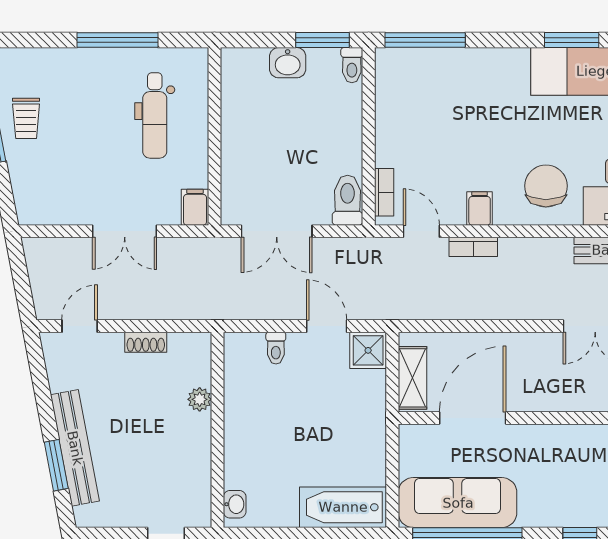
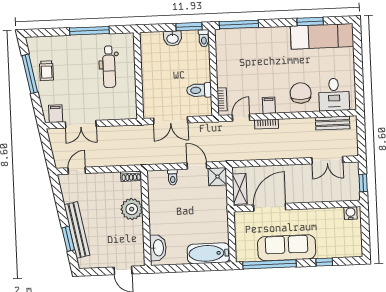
toilet: (348, 200) -> (199, 90), moved, turned -90
filing cabinet: (195, 207) -> (56, 114), moved
double door: (125, 231) -> (81, 124), moved
door: (421, 231) -> (241, 118), hinge flipped
shoe rack: (146, 342) -> (131, 176), moved
plant: (200, 399) -> (132, 209), width x1.87, depth x1.87
sofa: (458, 503) -> (287, 248), moved
washbasin: (235, 504) -> (158, 248), width x1.91, depth x1.45

